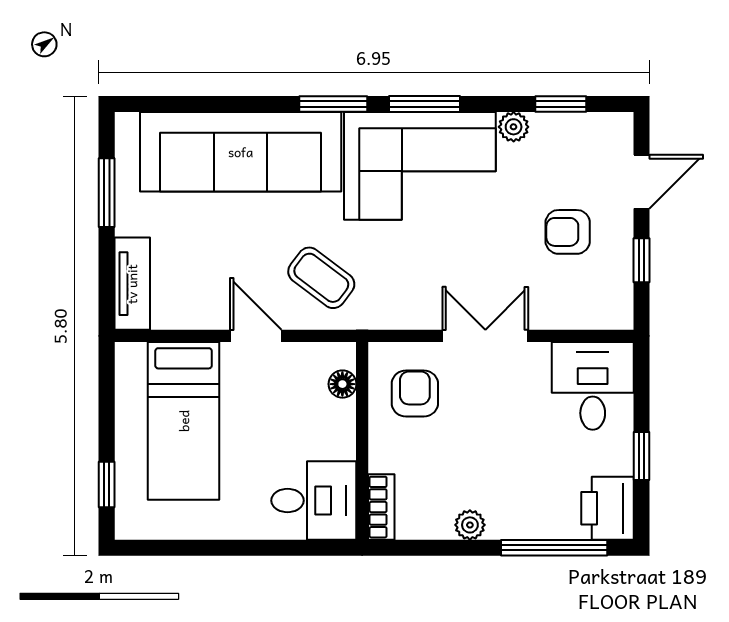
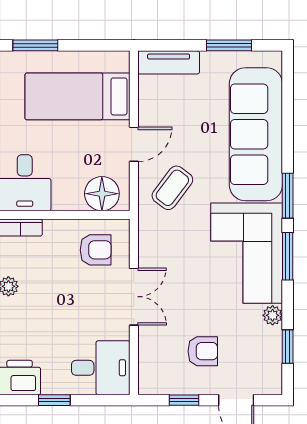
armchair: (568, 232) -> (203, 351), turned 90
floor lamp: (342, 384) -> (102, 194), width x1.89, depth x1.89
window: (107, 484) -> (35, 45), width x1.50

